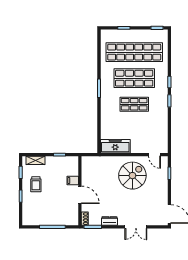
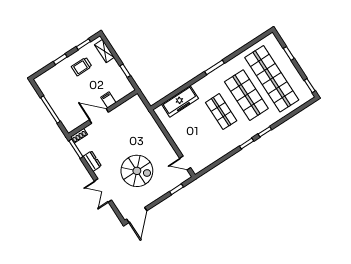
freezer: (115, 146) -> (180, 101), moved, turned 90
door: (155, 155) -> (185, 163), hinge flipped
spiral stairs: (132, 176) -> (137, 171), moved
door: (80, 195) -> (99, 116), swing flipped

